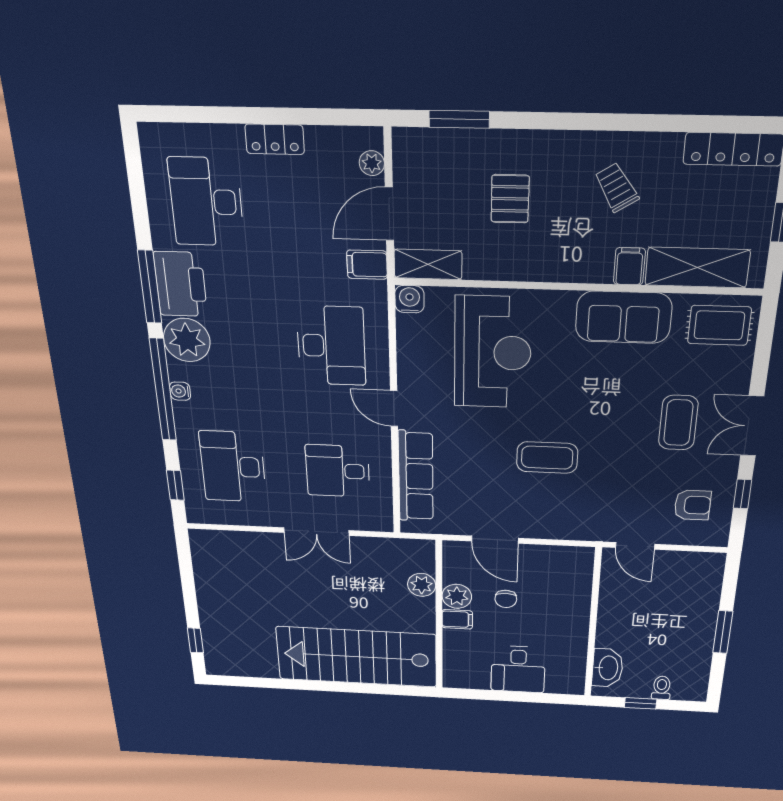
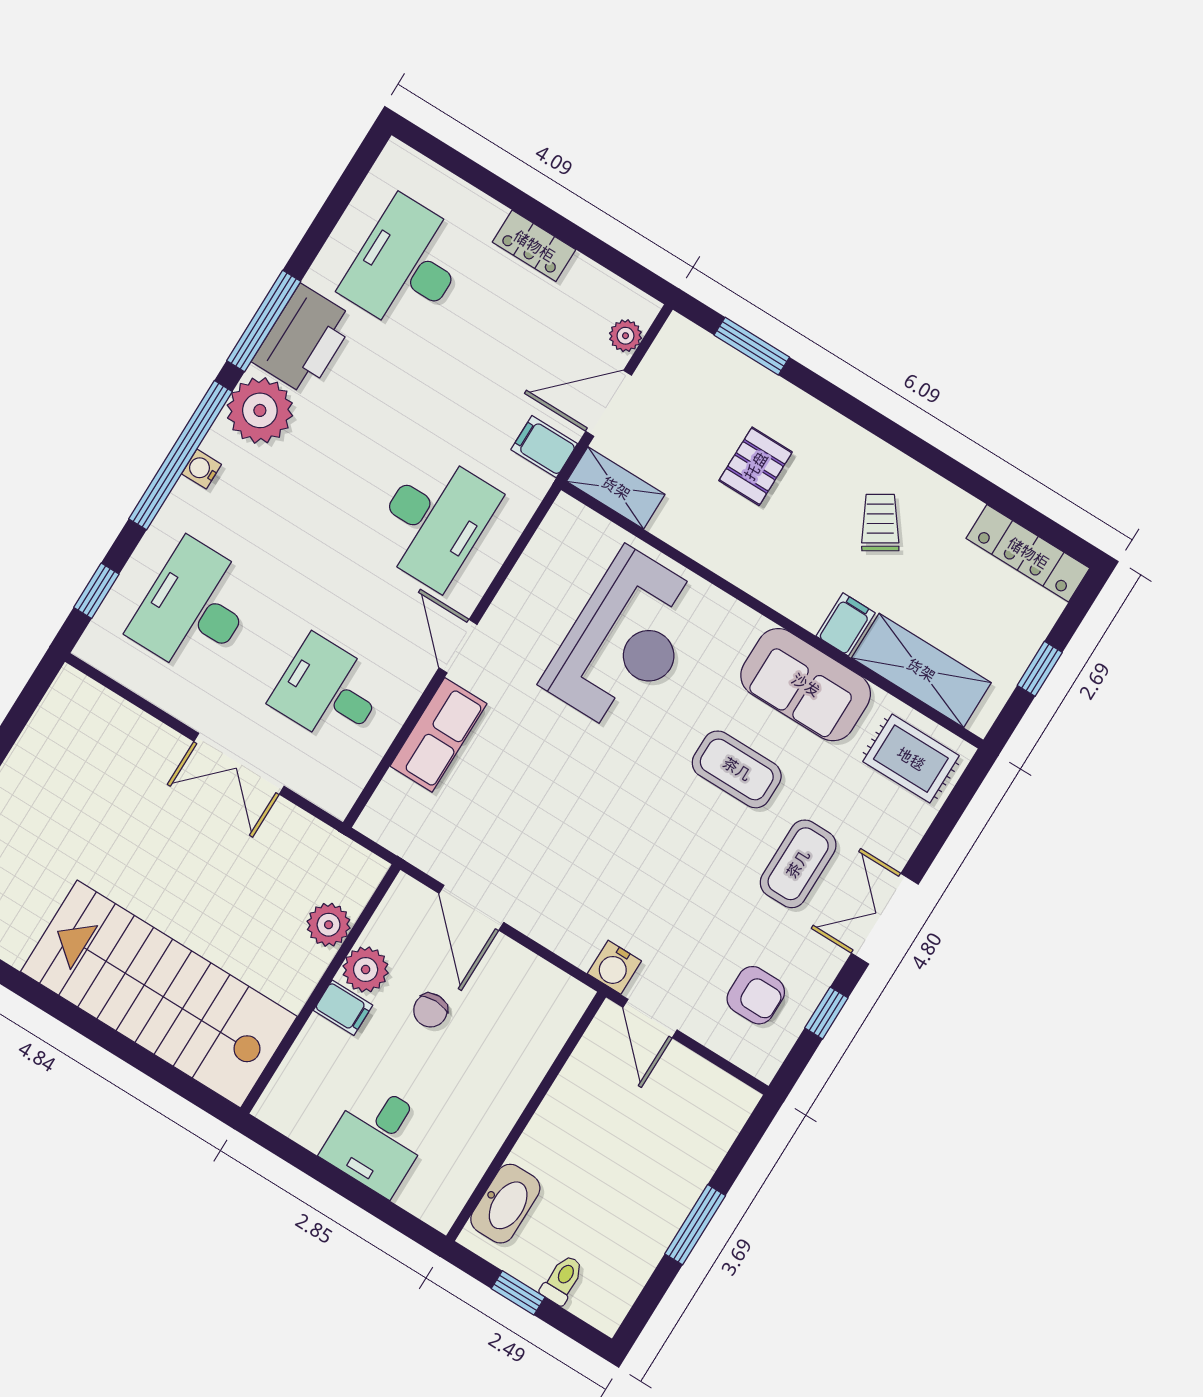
water cooler: (410, 299) -> (614, 967), moved, turned 180
coffee table: (547, 458) -> (737, 769), moved
row of seats: (416, 476) -> (438, 735), width x0.68

